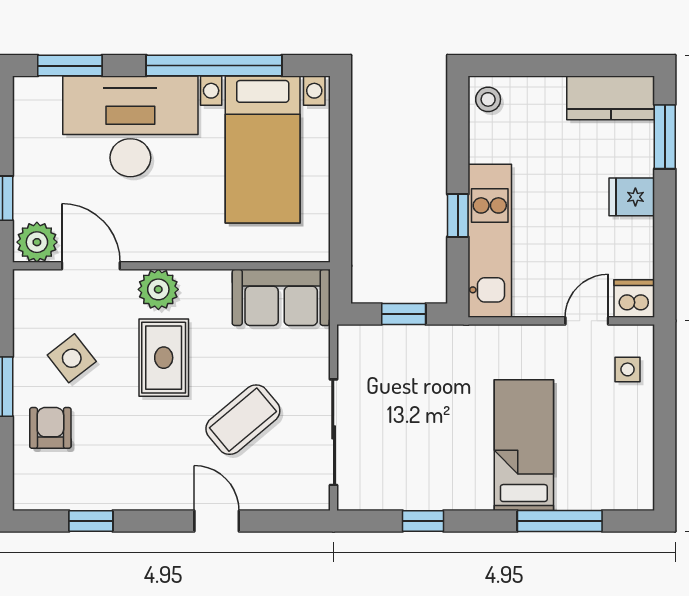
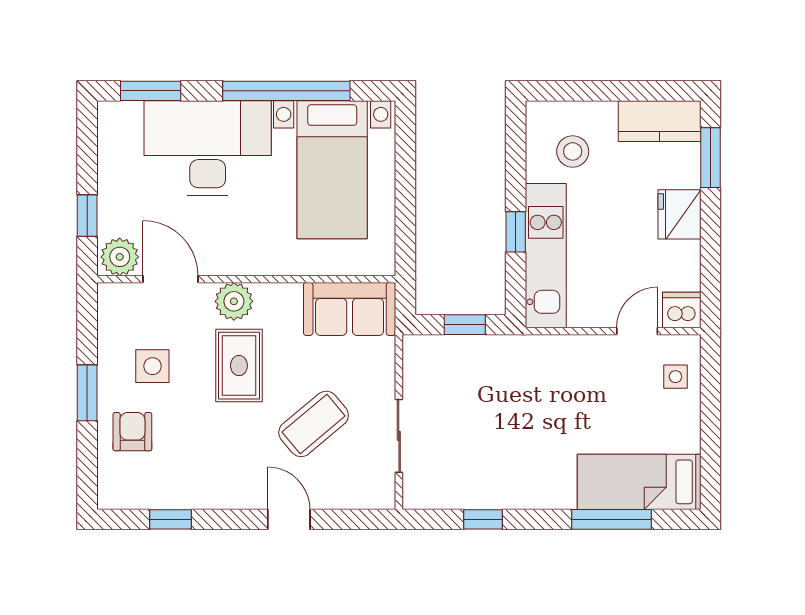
stool: (488, 99) -> (573, 151), moved, width x1.37, depth x1.37
fridge: (632, 197) -> (679, 214), width x1.38
side table: (72, 358) -> (152, 366), turned 38
sliding door: (334, 432) -> (399, 436), width x0.73
bed: (524, 445) -> (639, 482), moved, turned -90

